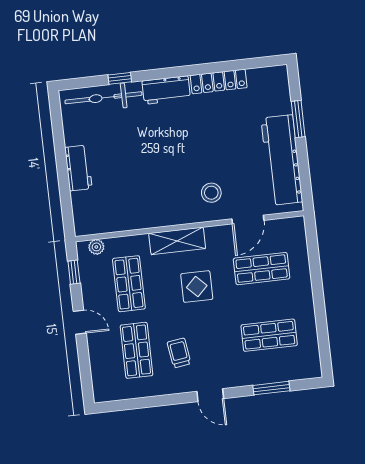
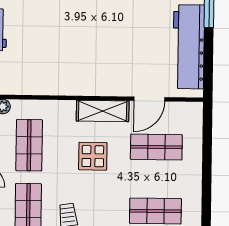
stool: (211, 193) -> (118, 69), removed
shelving: (177, 241) -> (103, 111), moved

